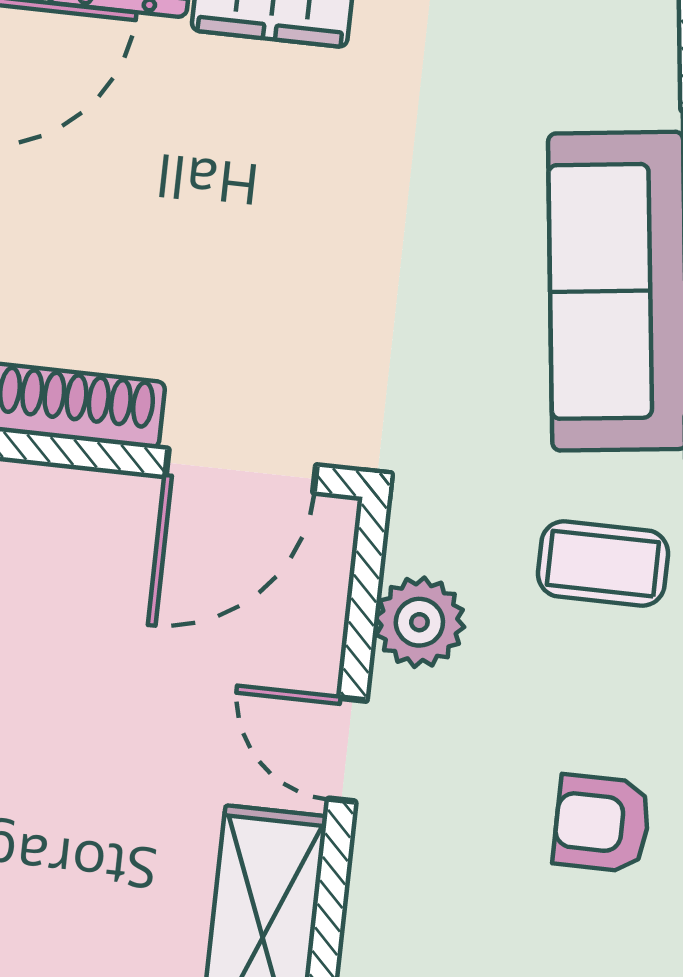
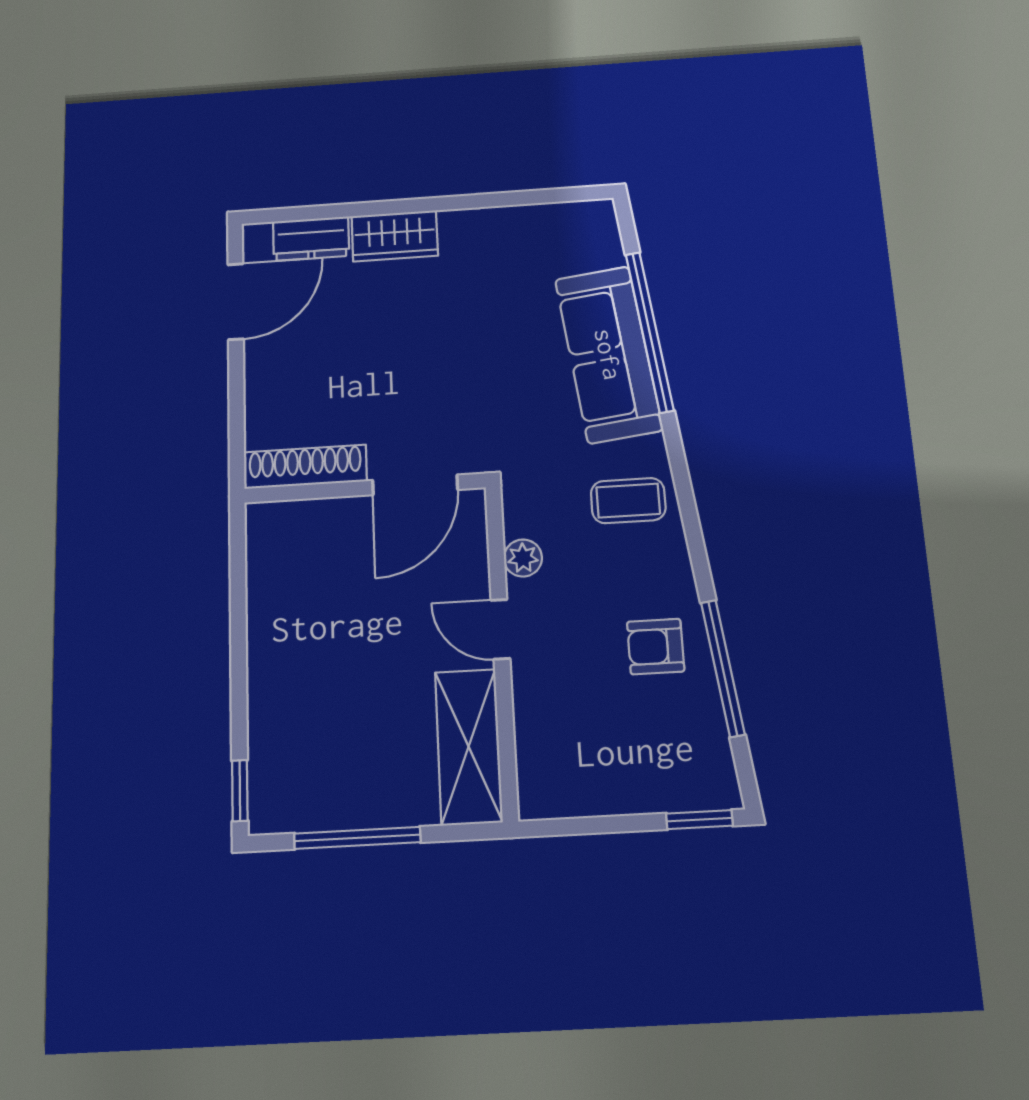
plant: (419, 622) -> (523, 558), width x0.73, depth x0.73

